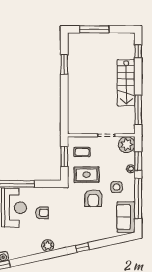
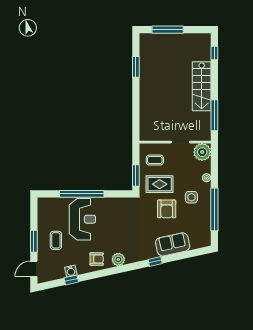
window: (64, 156) -> (136, 176), moved
window: (138, 161) -> (214, 170), removed
armchair: (42, 213) -> (97, 259), moved
sofa: (126, 217) -> (173, 244), moved, turned 78

